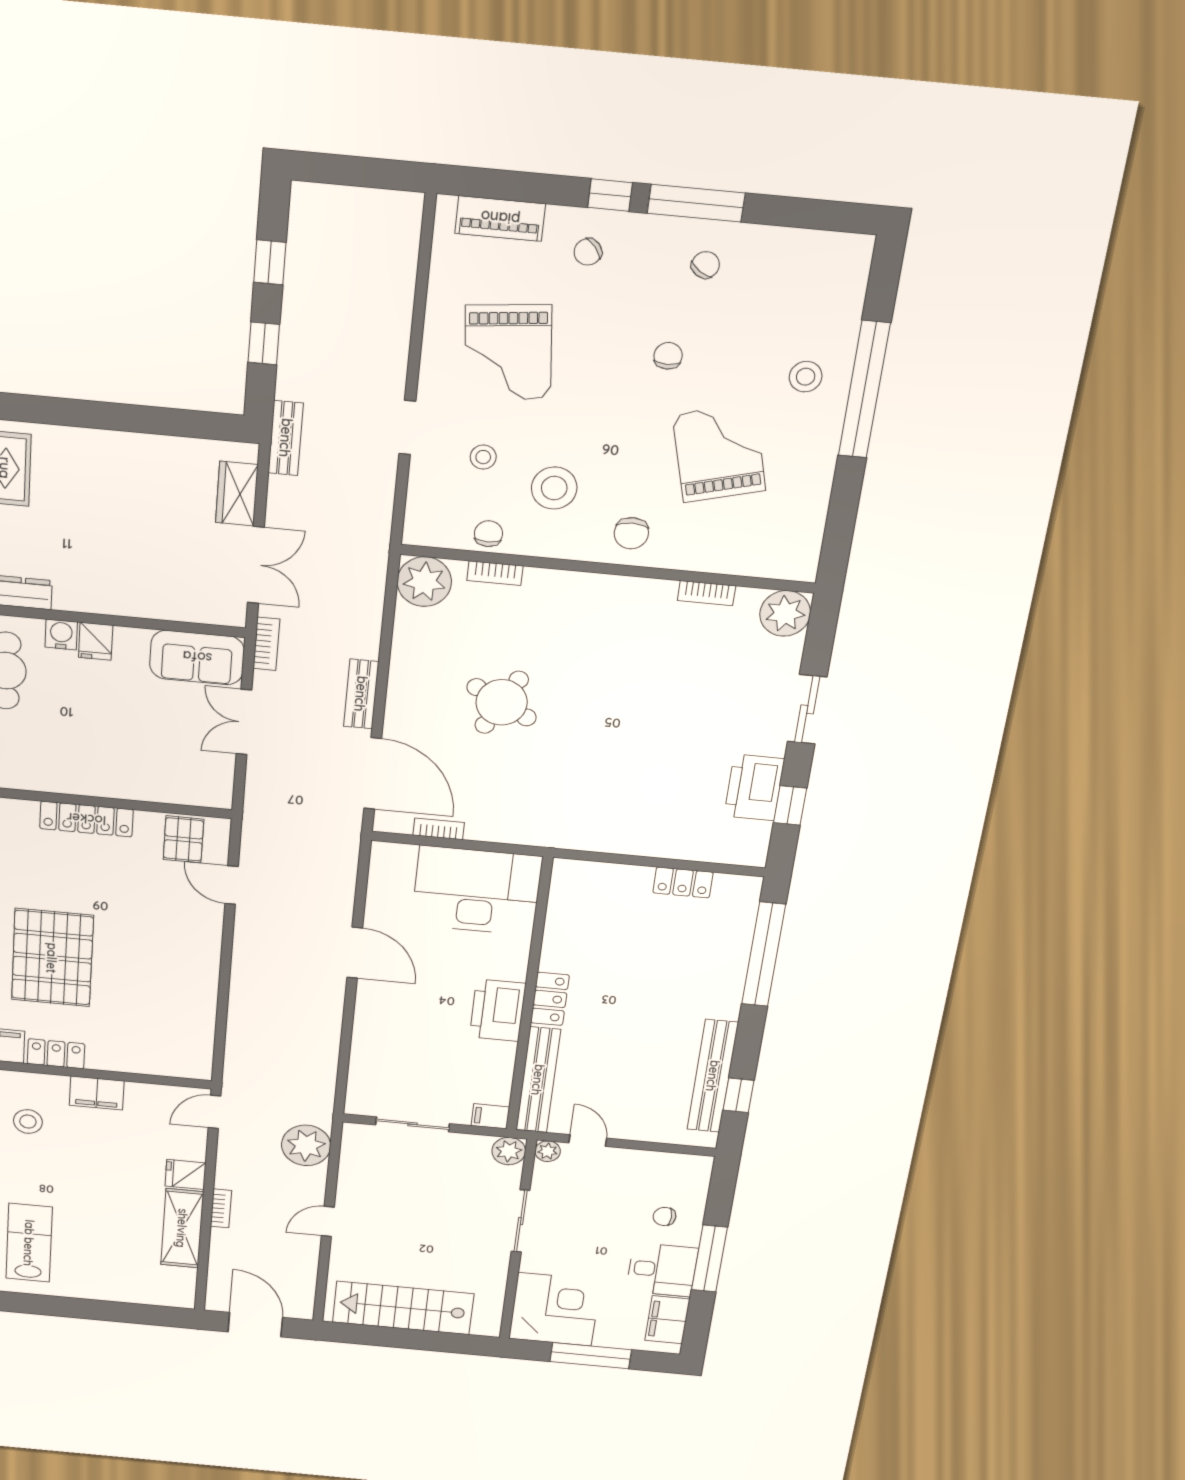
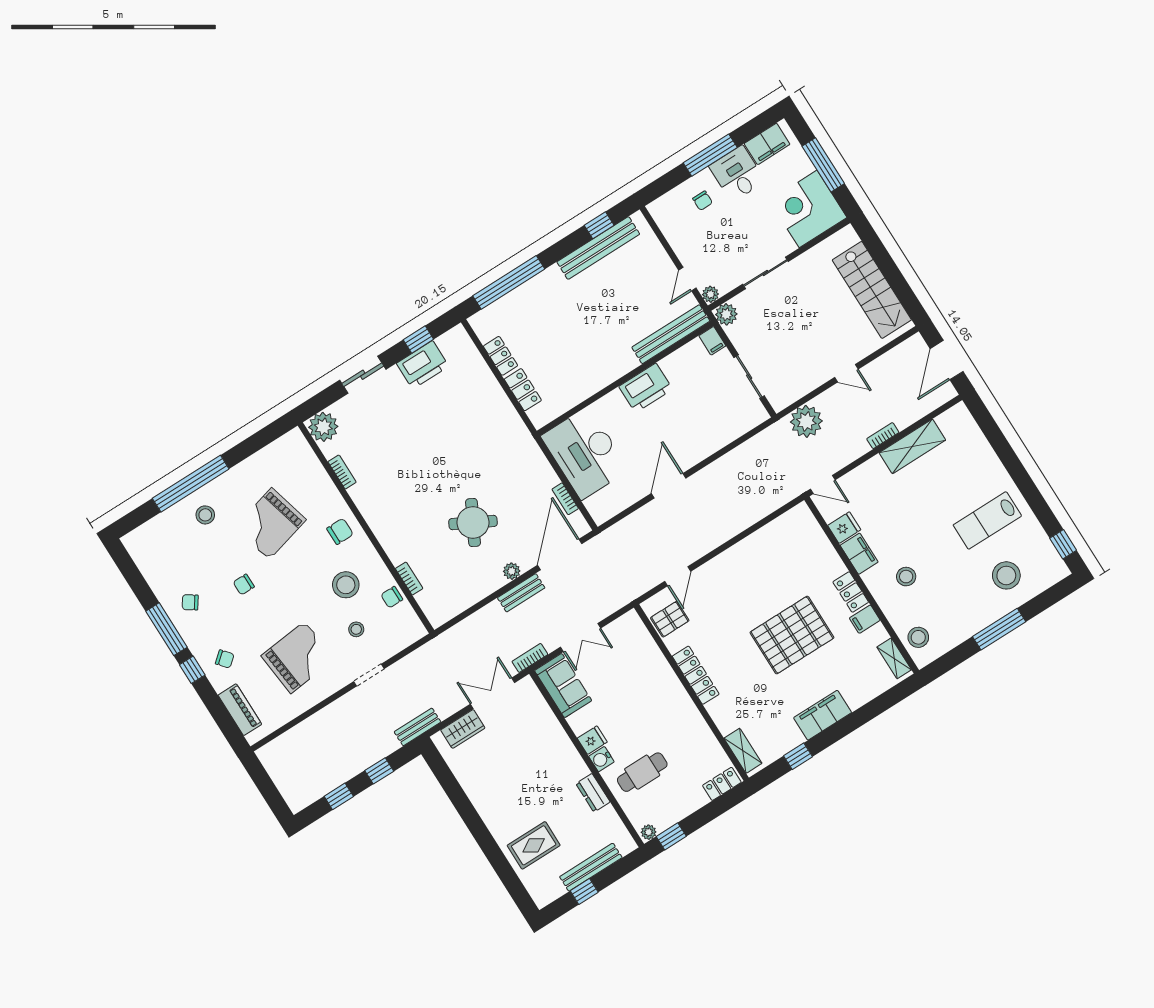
plant: (424, 582) -> (512, 571), moved, width x0.53, depth x0.53
locker: (550, 999) -> (523, 390), moved, turned 90
fridge: (185, 1174) -> (844, 528), moved, turned -90

